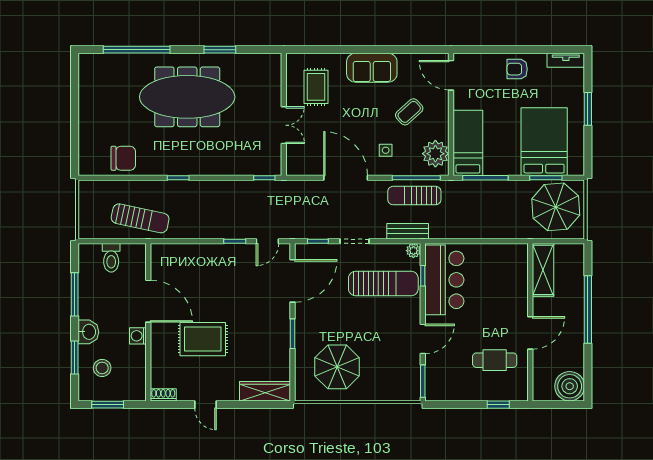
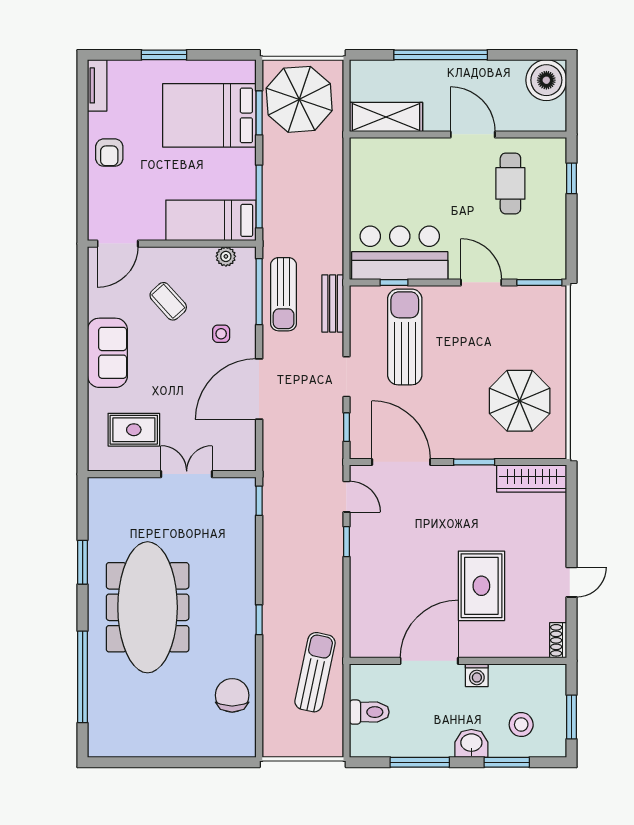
plant: (435, 154) -> (226, 256), width x0.53, depth x0.53
plant: (413, 251) -> (359, 295), removed
wardrobe: (265, 391) -> (532, 478), moved, turned -90

